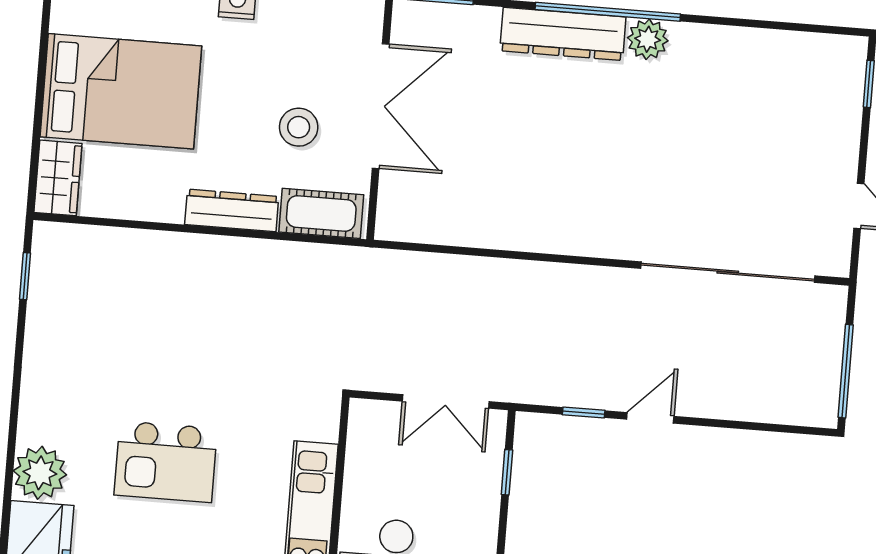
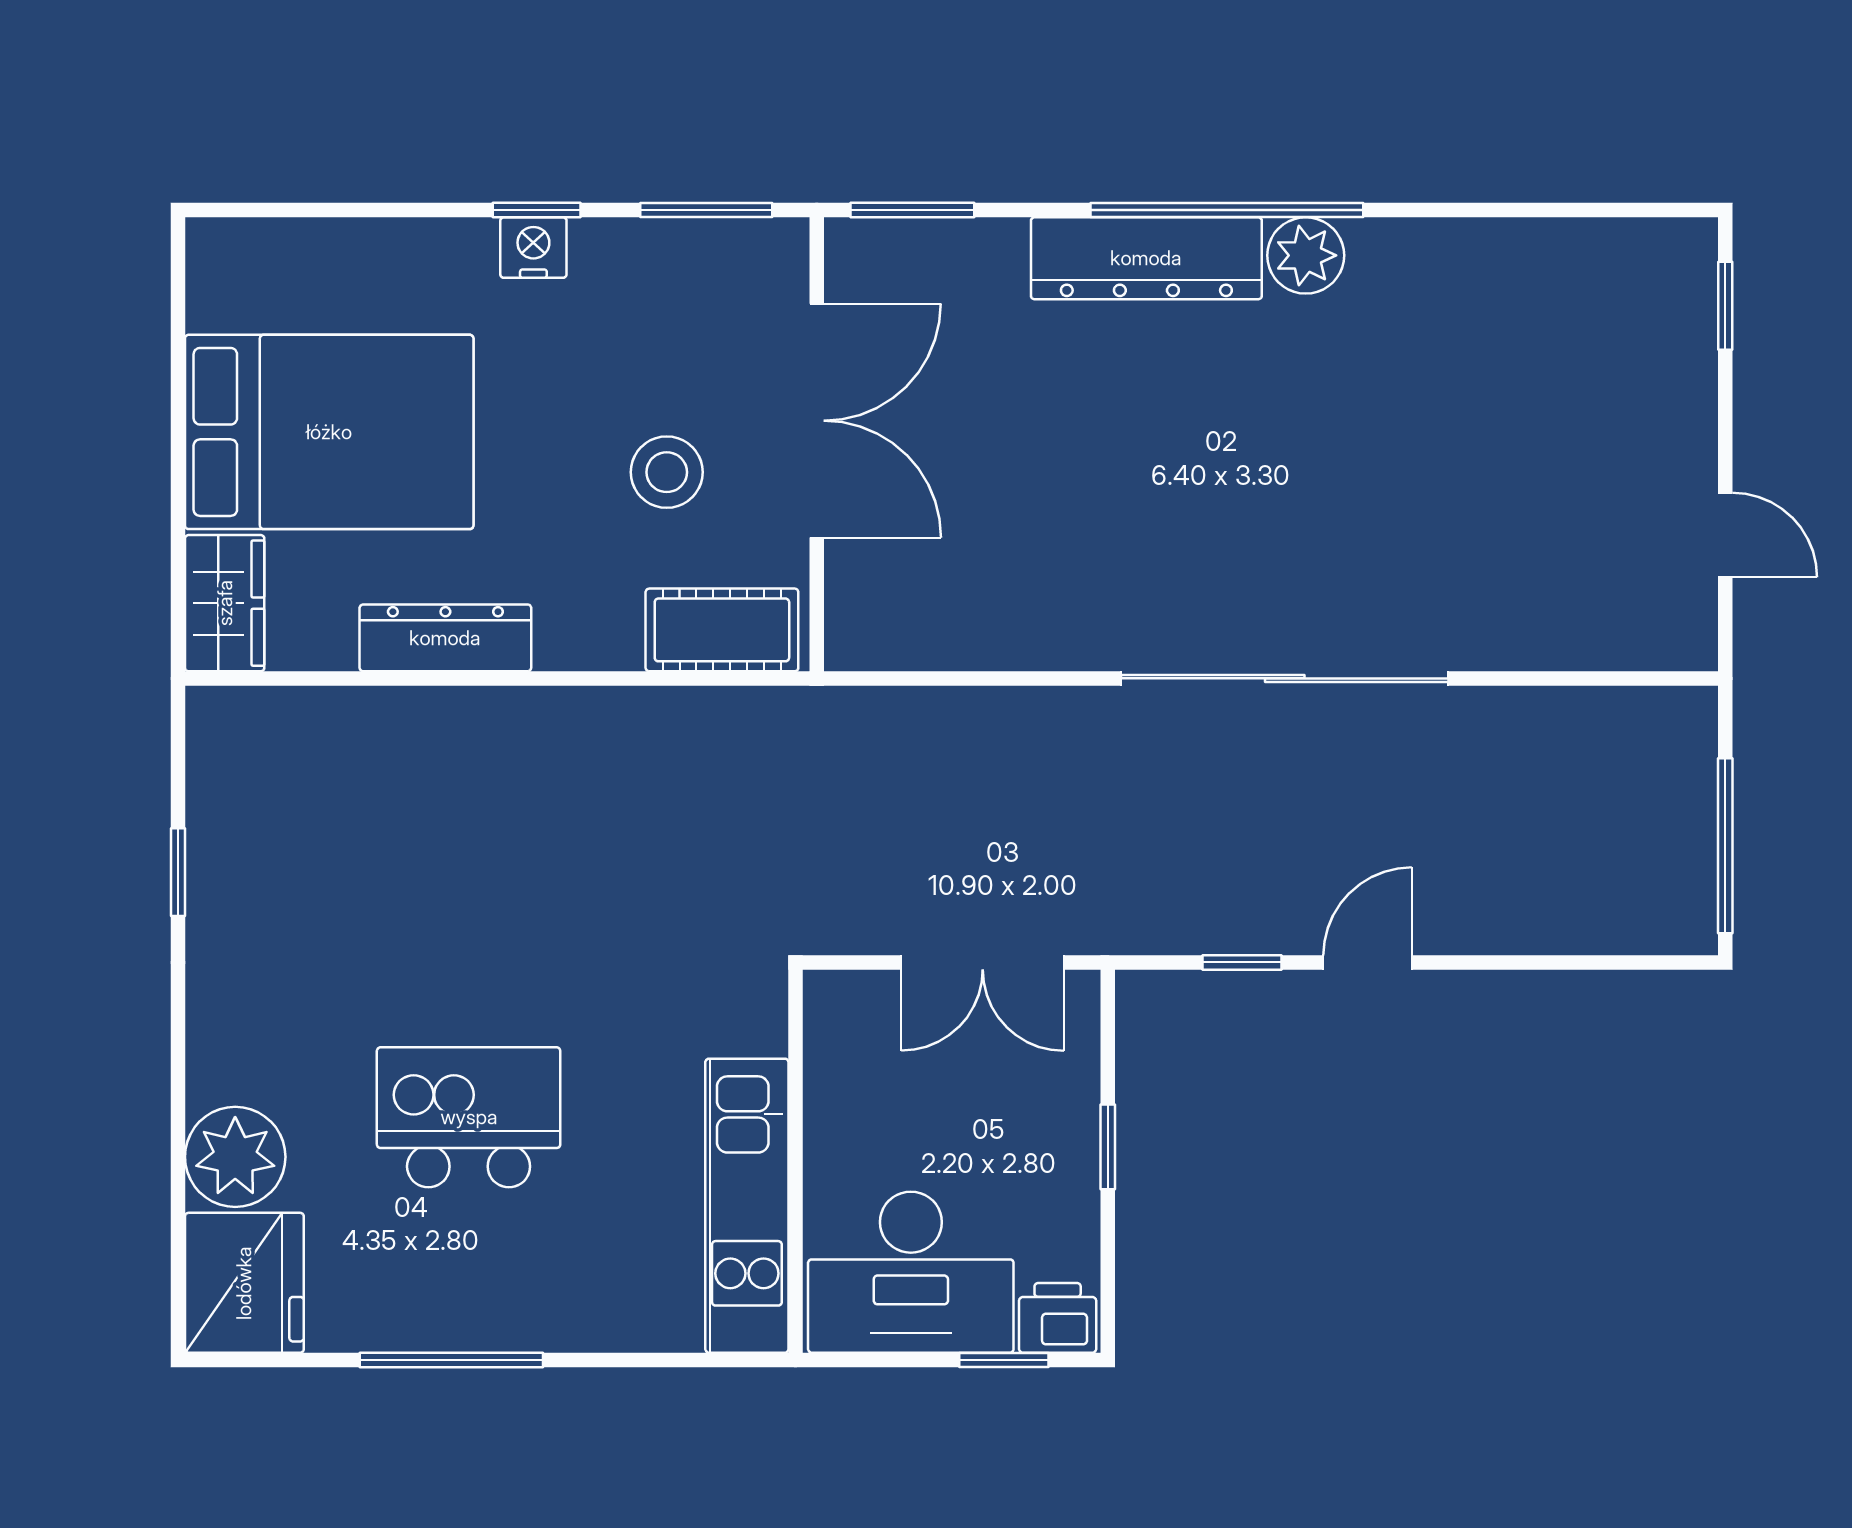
dresser: (232, 210) -> (445, 638), moved
sliding door: (728, 272) -> (1285, 678), moved
window: (25, 276) -> (178, 872), moved
kitchen island: (166, 462) -> (469, 1117), turned 180
window: (507, 472) -> (1108, 1147), moved

